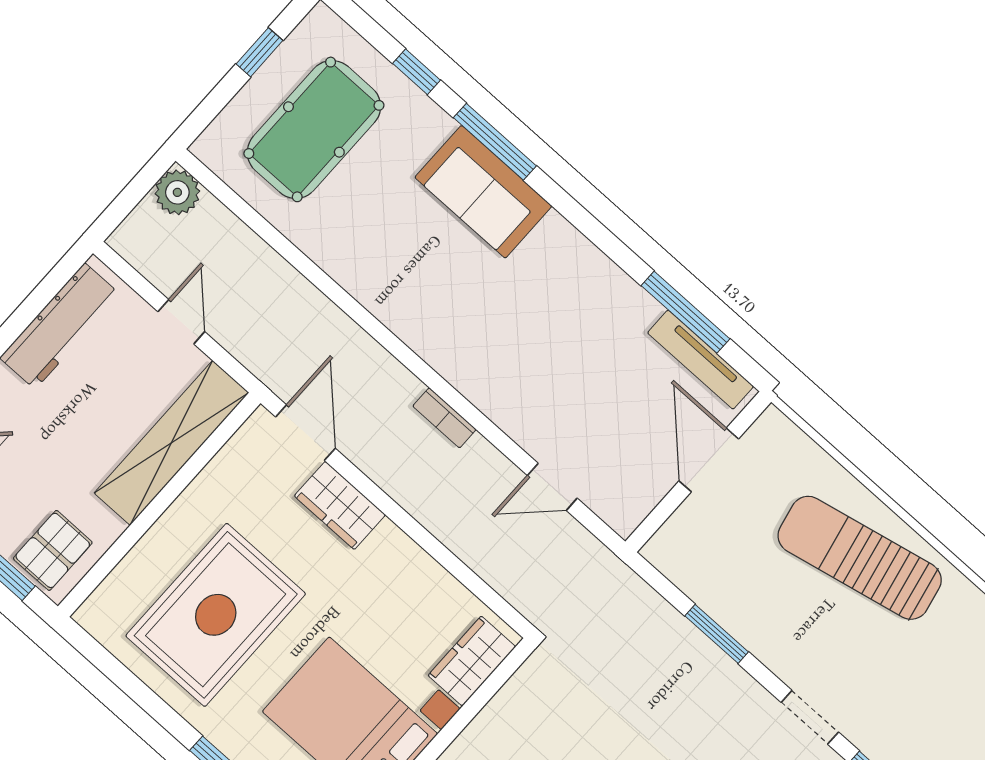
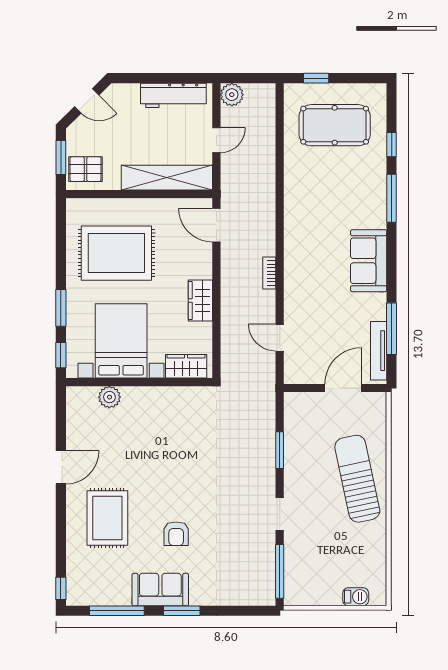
window: (260, 52) -> (316, 78), moved
plant: (177, 192) -> (232, 95), moved
sofa: (483, 192) -> (369, 261), moved
door: (305, 433) -> (216, 225), swing flipped
wardrobe: (340, 505) -> (200, 300), moved

